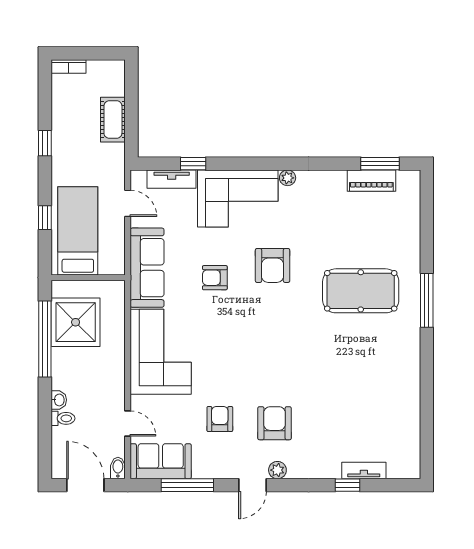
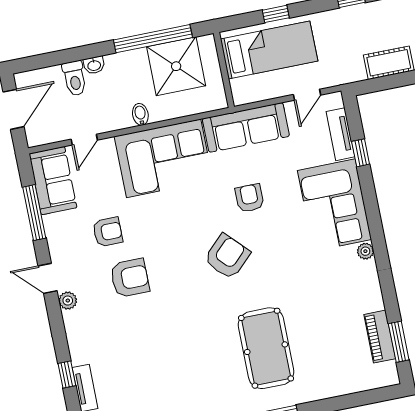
armchair: (273, 265) -> (227, 256), moved, turned 136
toilet: (63, 418) -> (75, 78), width x1.37, depth x1.39
armchair: (275, 423) -> (130, 278), moved
bidet: (118, 468) -> (140, 114), moved, turned -90

